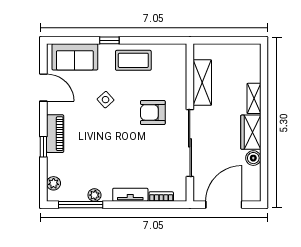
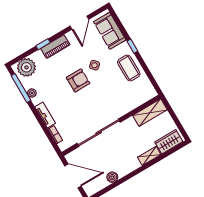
shelving: (202, 83) -> (150, 113), moved
armchair: (153, 112) -> (78, 80), moved, turned 90
wardrobe: (251, 132) -> (169, 142), moved
plant: (54, 183) -> (26, 67), width x1.87, depth x1.87

